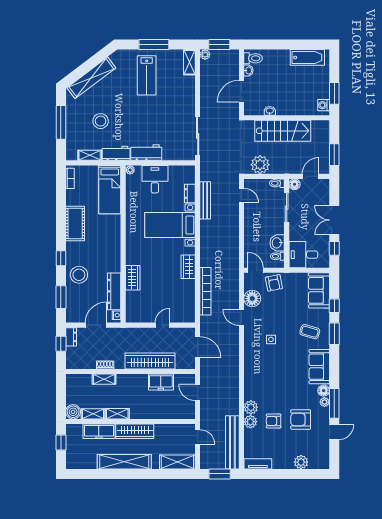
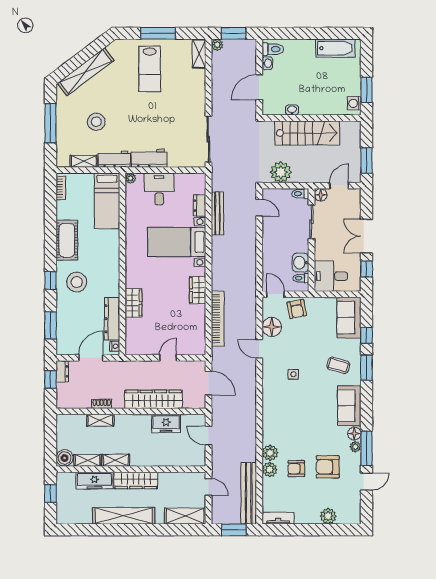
stool: (79, 275) -> (77, 282), moved

